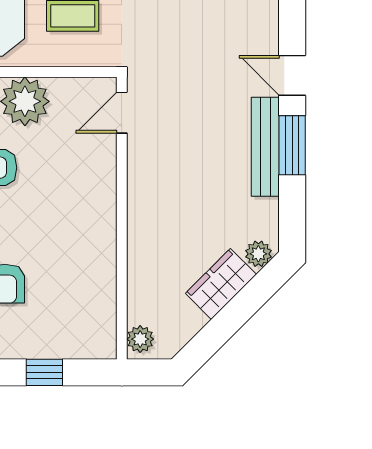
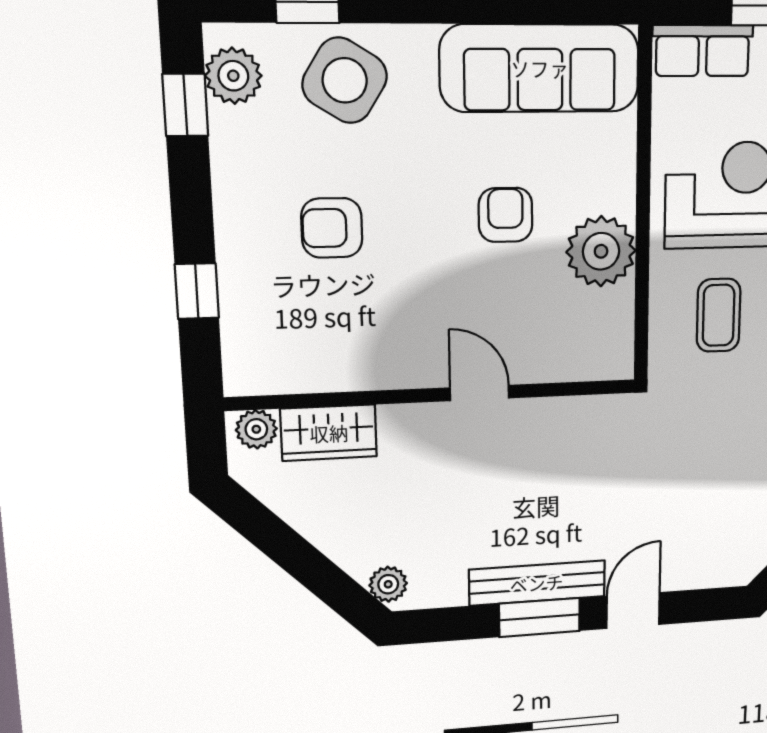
door: (122, 113) -> (480, 393), moved
wardrobe: (221, 284) -> (329, 433), moved, turned 135

